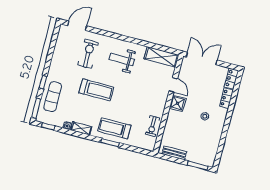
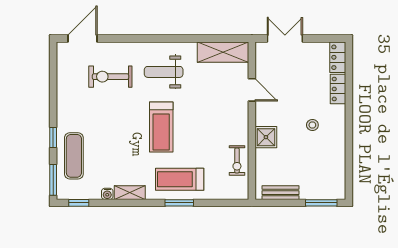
exercise bike: (88, 54) -> (110, 77), turned -90
double door: (202, 59) -> (285, 39), width x0.73
treadmill: (96, 90) -> (161, 127), moved, turned 90
shower: (178, 103) -> (266, 137), moved

